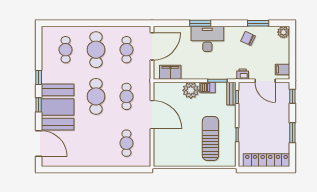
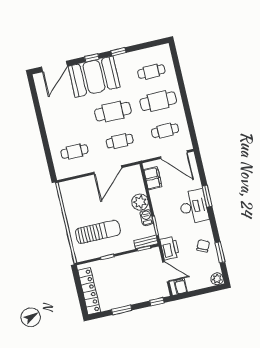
printer: (243, 74) -> (170, 248), width x1.87, depth x1.48
door: (265, 81) -> (166, 272), swing flipped

